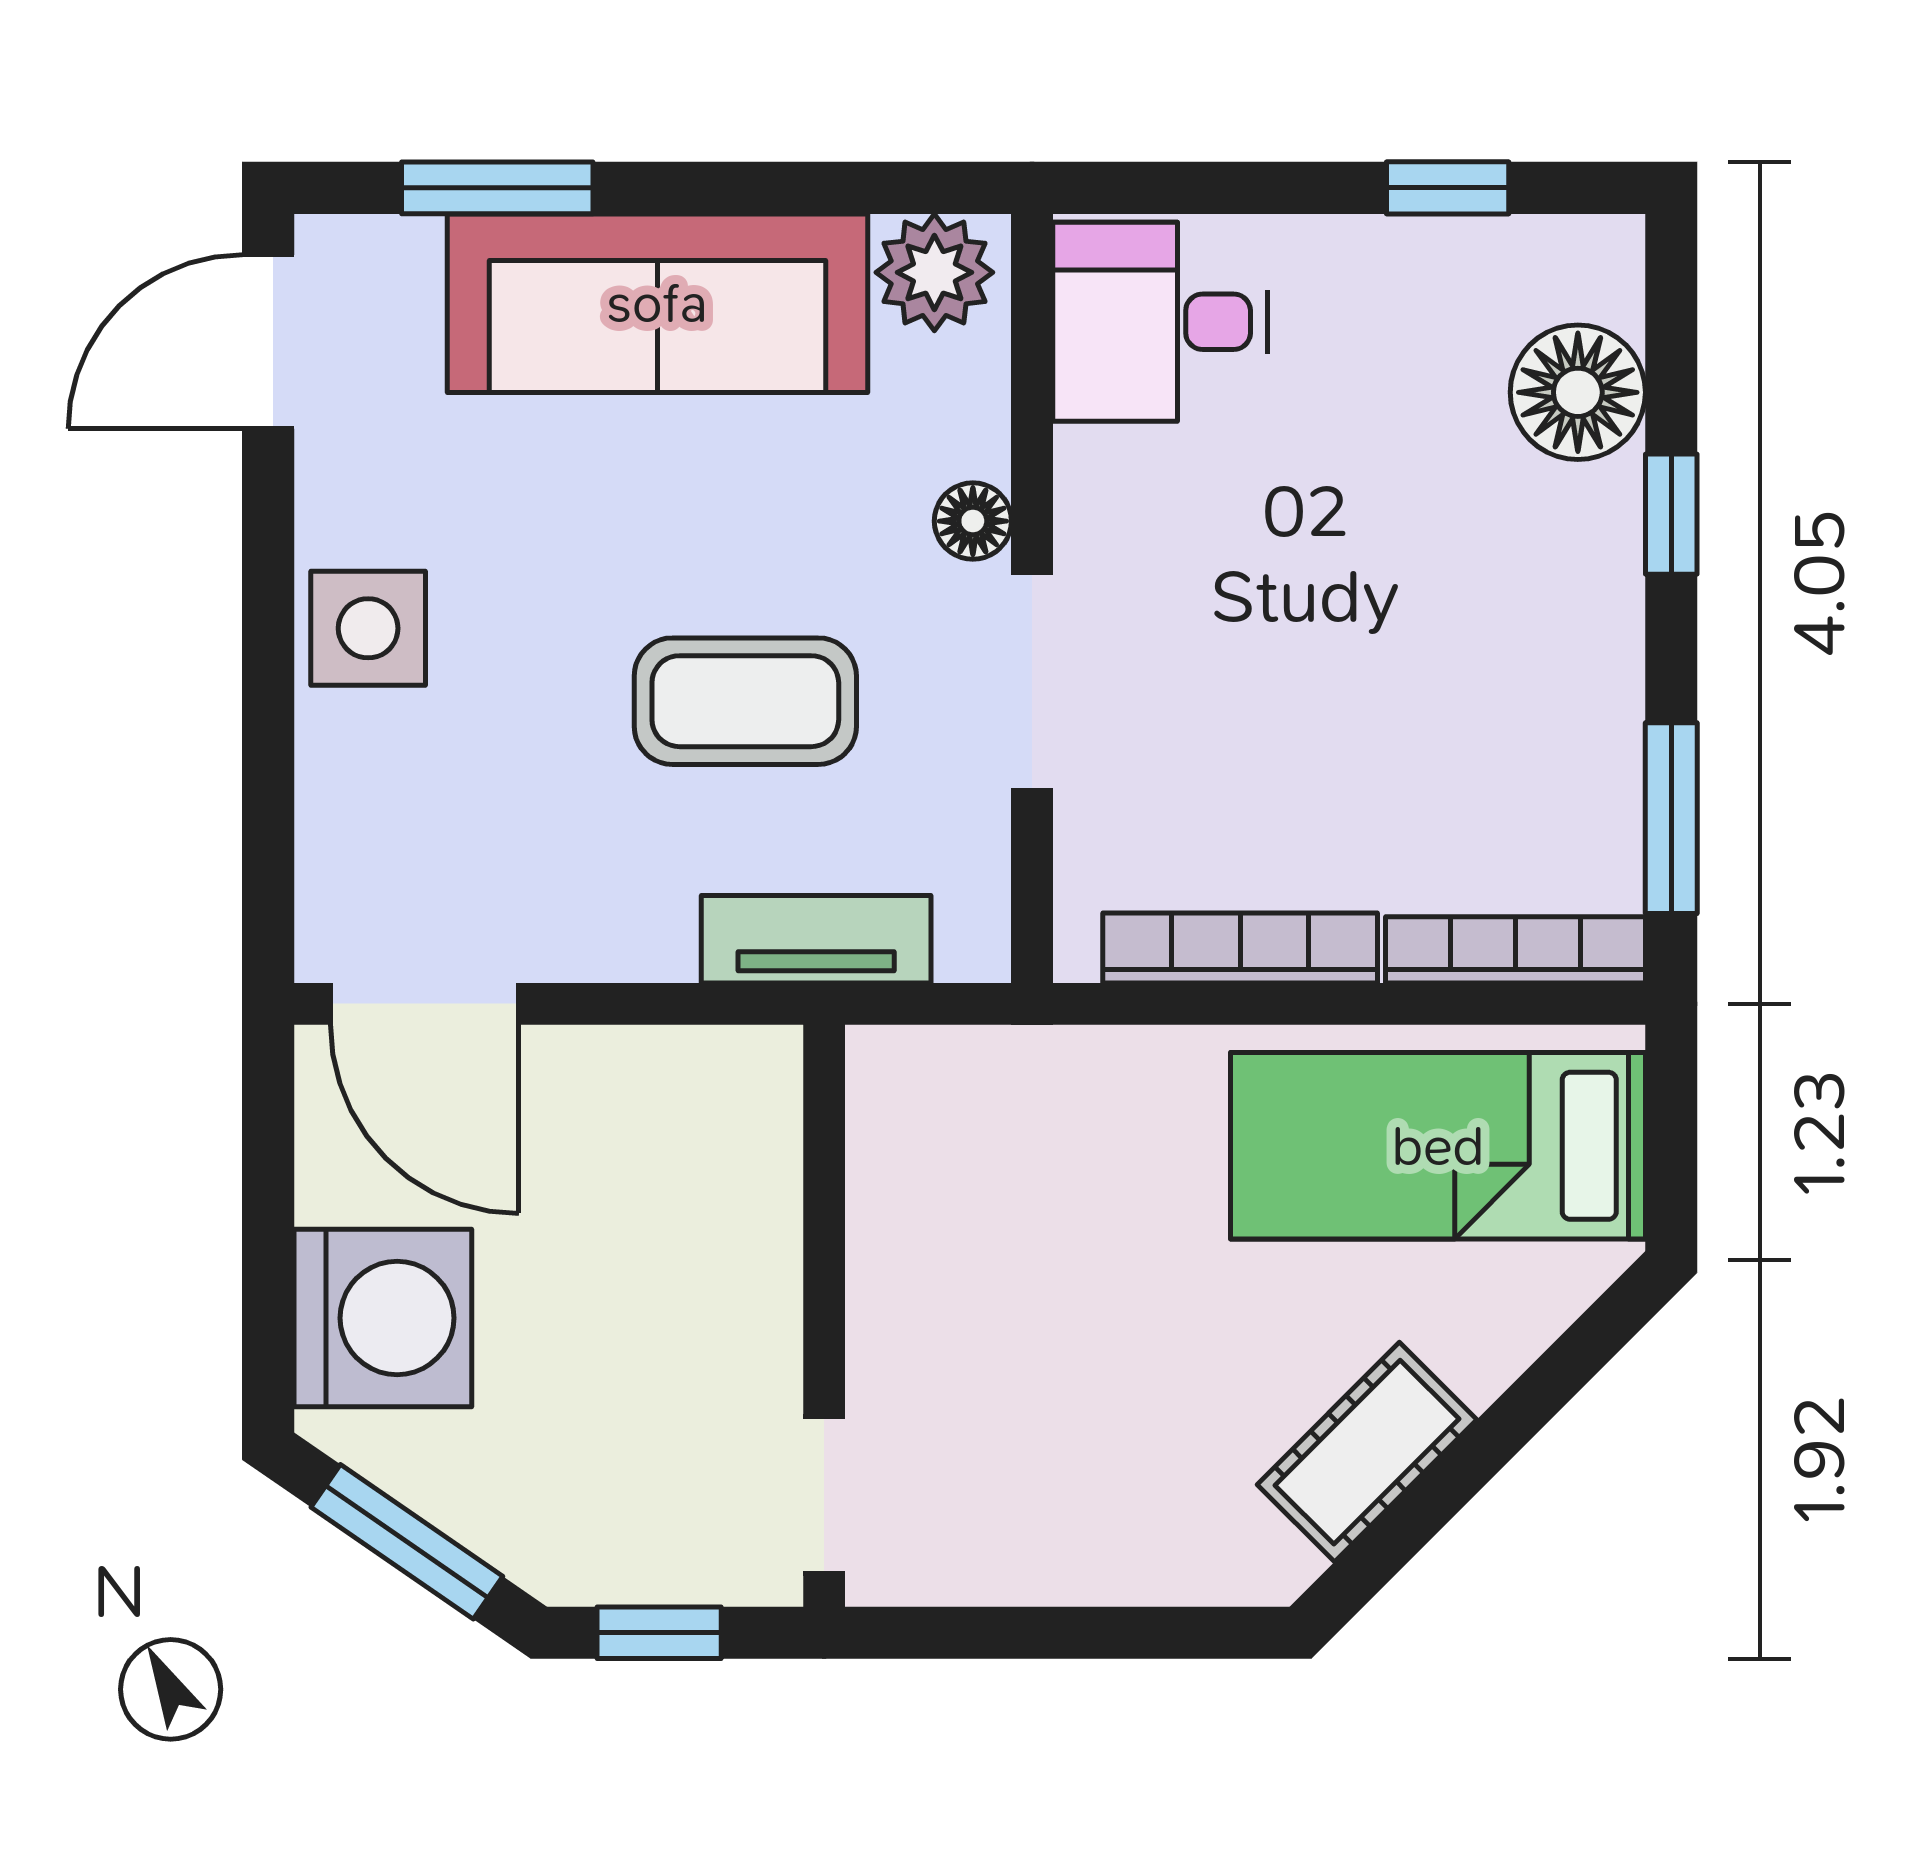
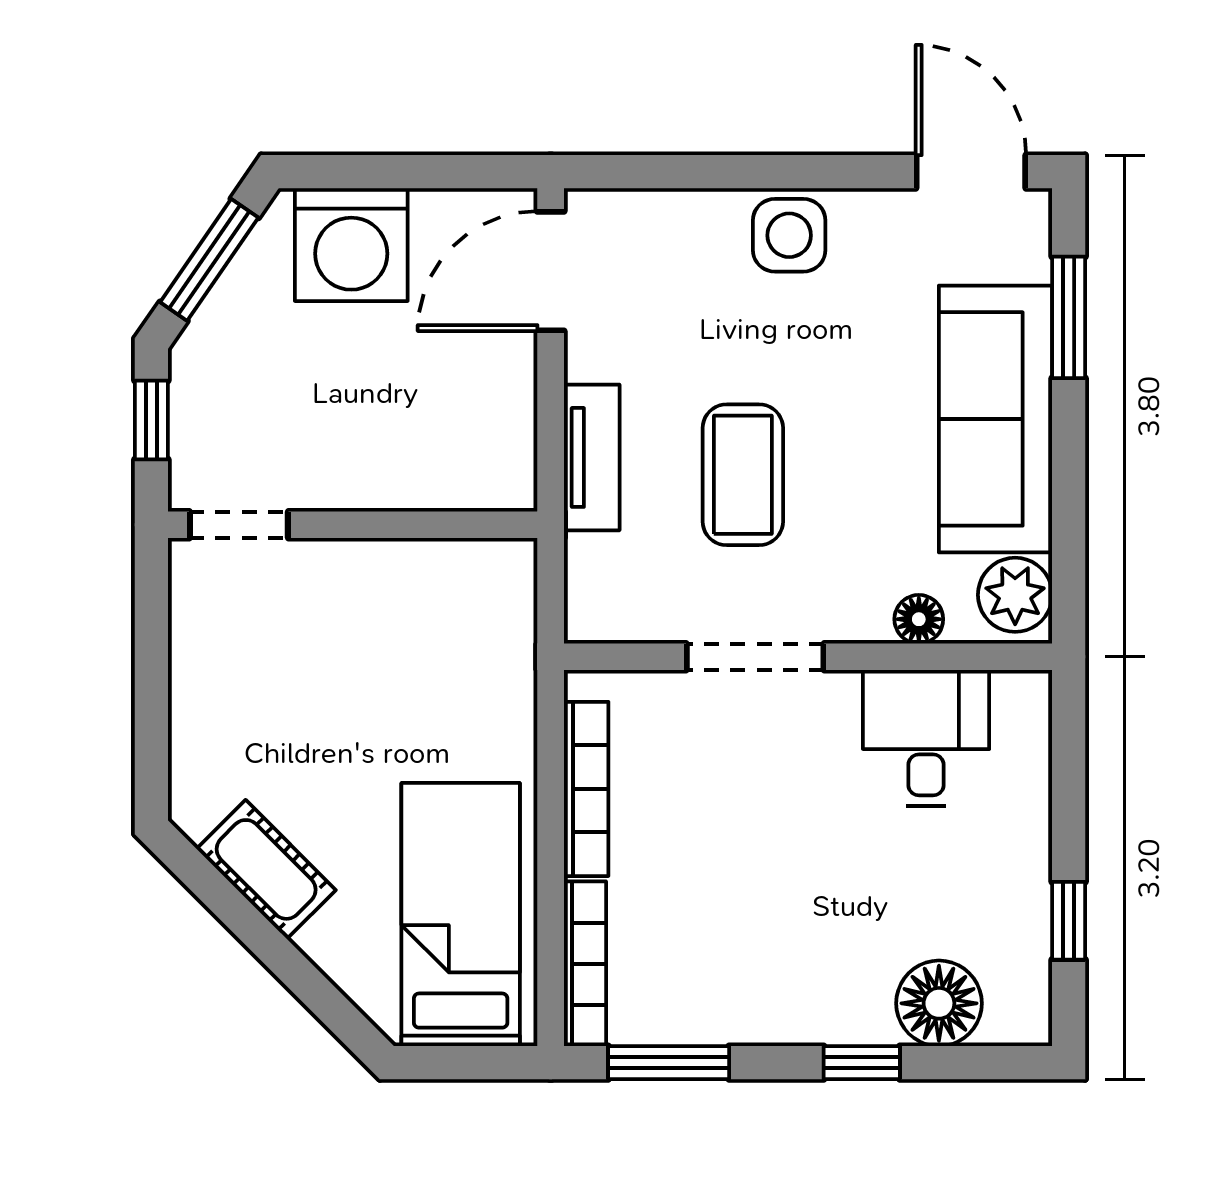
desk: (1160, 322) -> (926, 738), moved
floor lamp: (973, 521) -> (919, 619), moved
tv unit: (816, 939) -> (592, 457), moved

